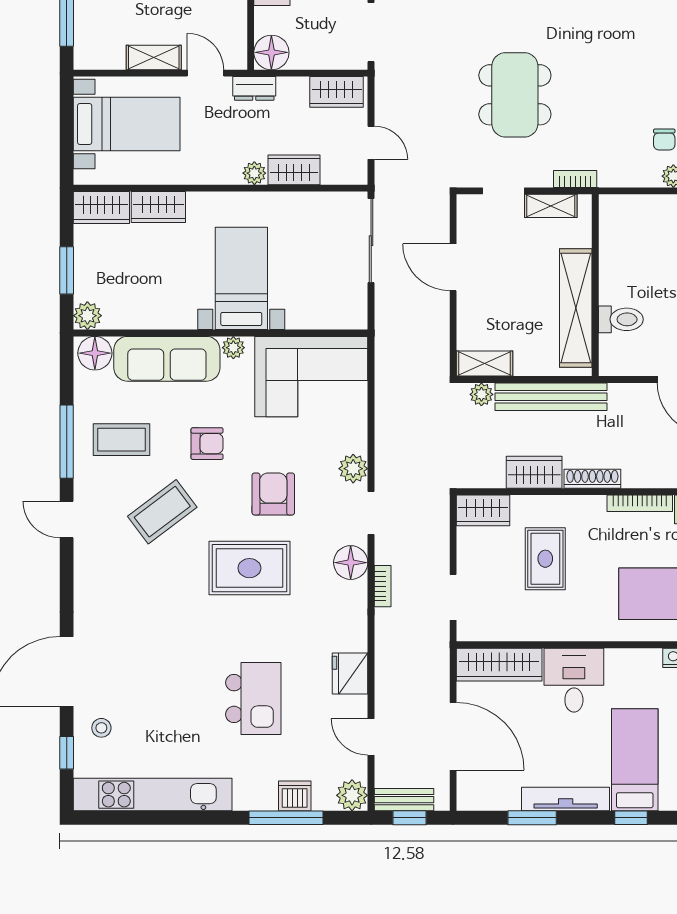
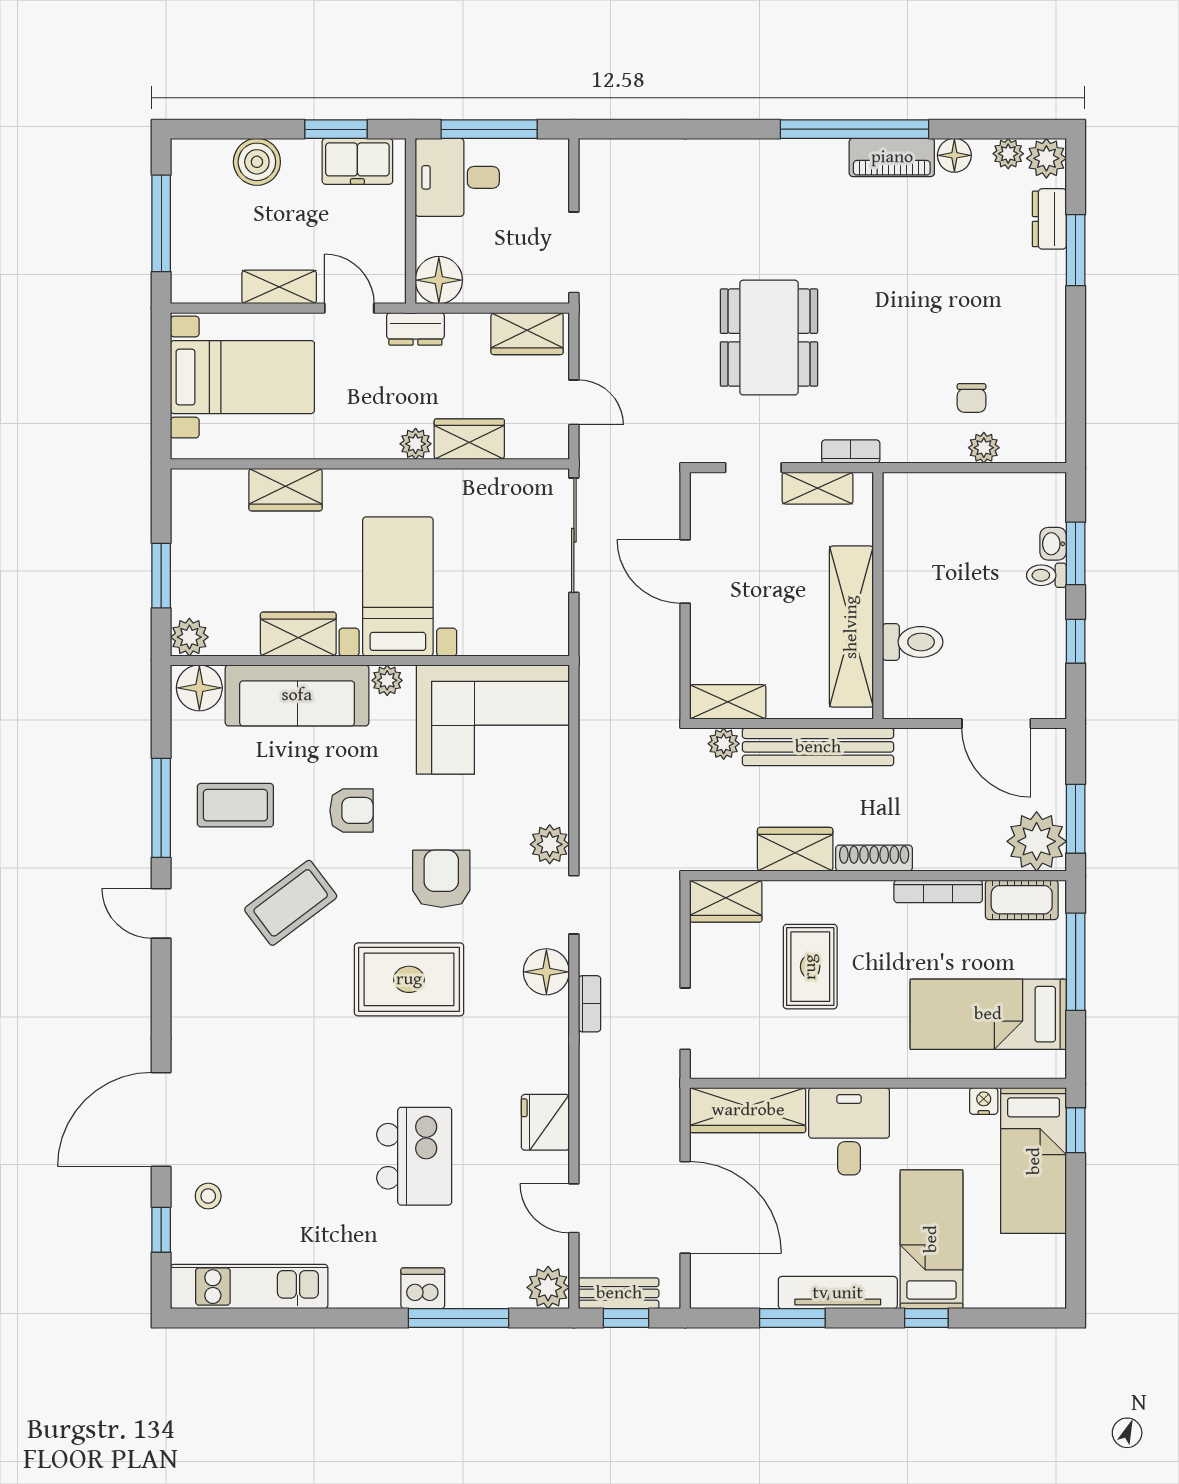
wardrobe: (101, 208) -> (298, 634), moved, turned 180
kitchen unit: (153, 795) -> (249, 1287), width x0.73
dishwasher: (295, 796) -> (423, 1288), moved

